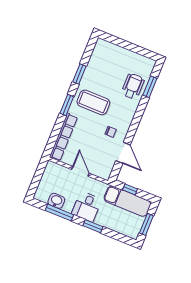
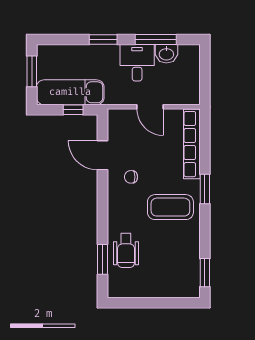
window: (79, 74) -> (205, 273), moved
desk: (87, 207) -> (137, 63), moved

